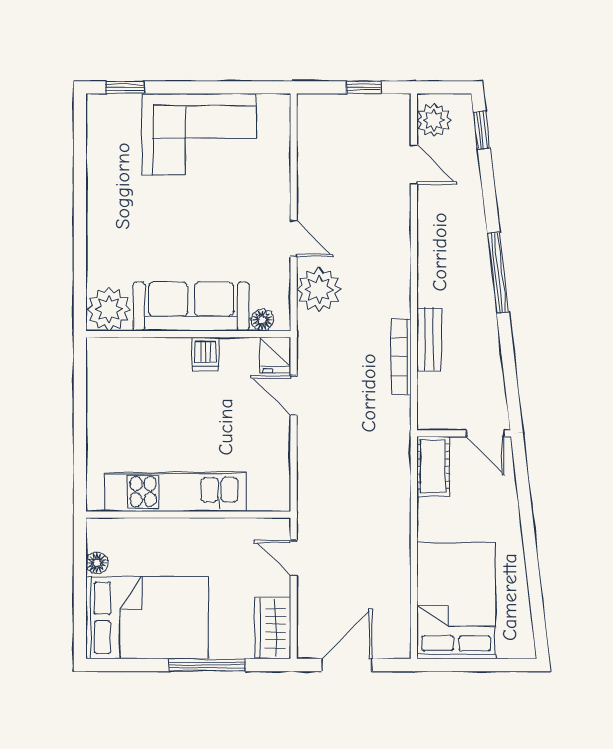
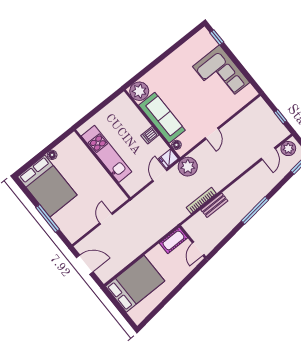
plant: (319, 290) -> (188, 167), moved
kitchen unit: (176, 492) -> (107, 154), moved
wall: (188, 515) -> (102, 164), moved
wardrobe: (273, 628) -> (77, 230), removed

